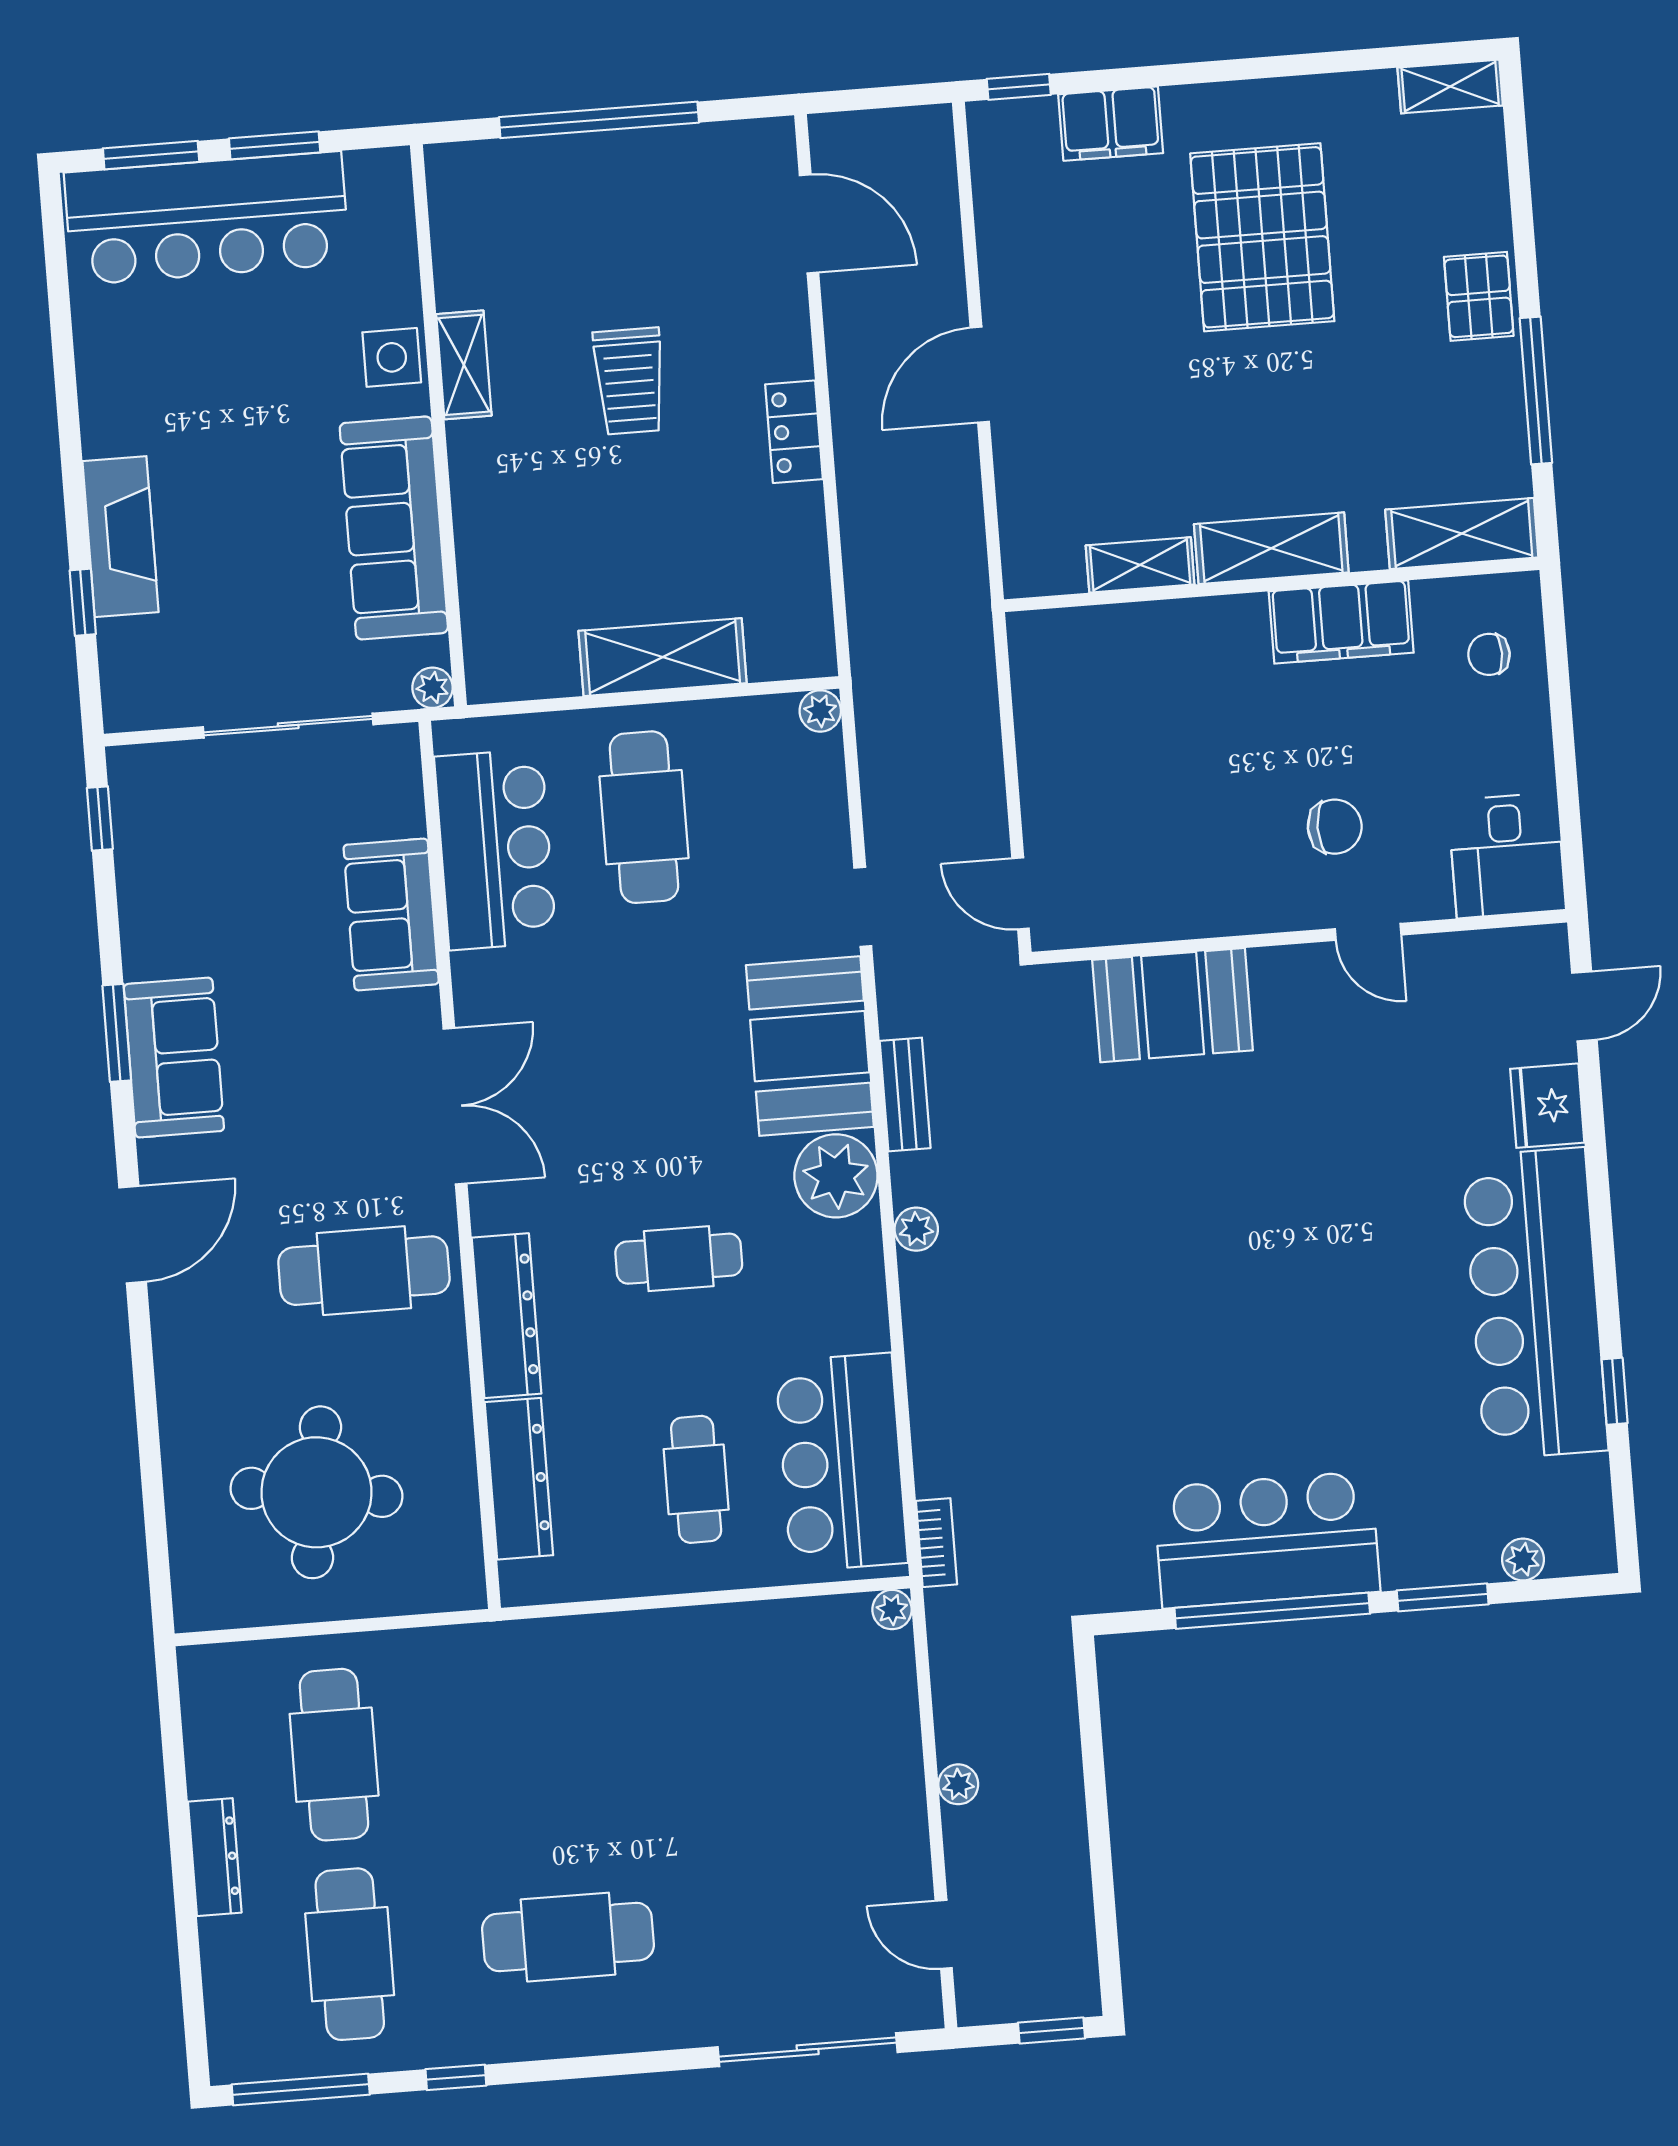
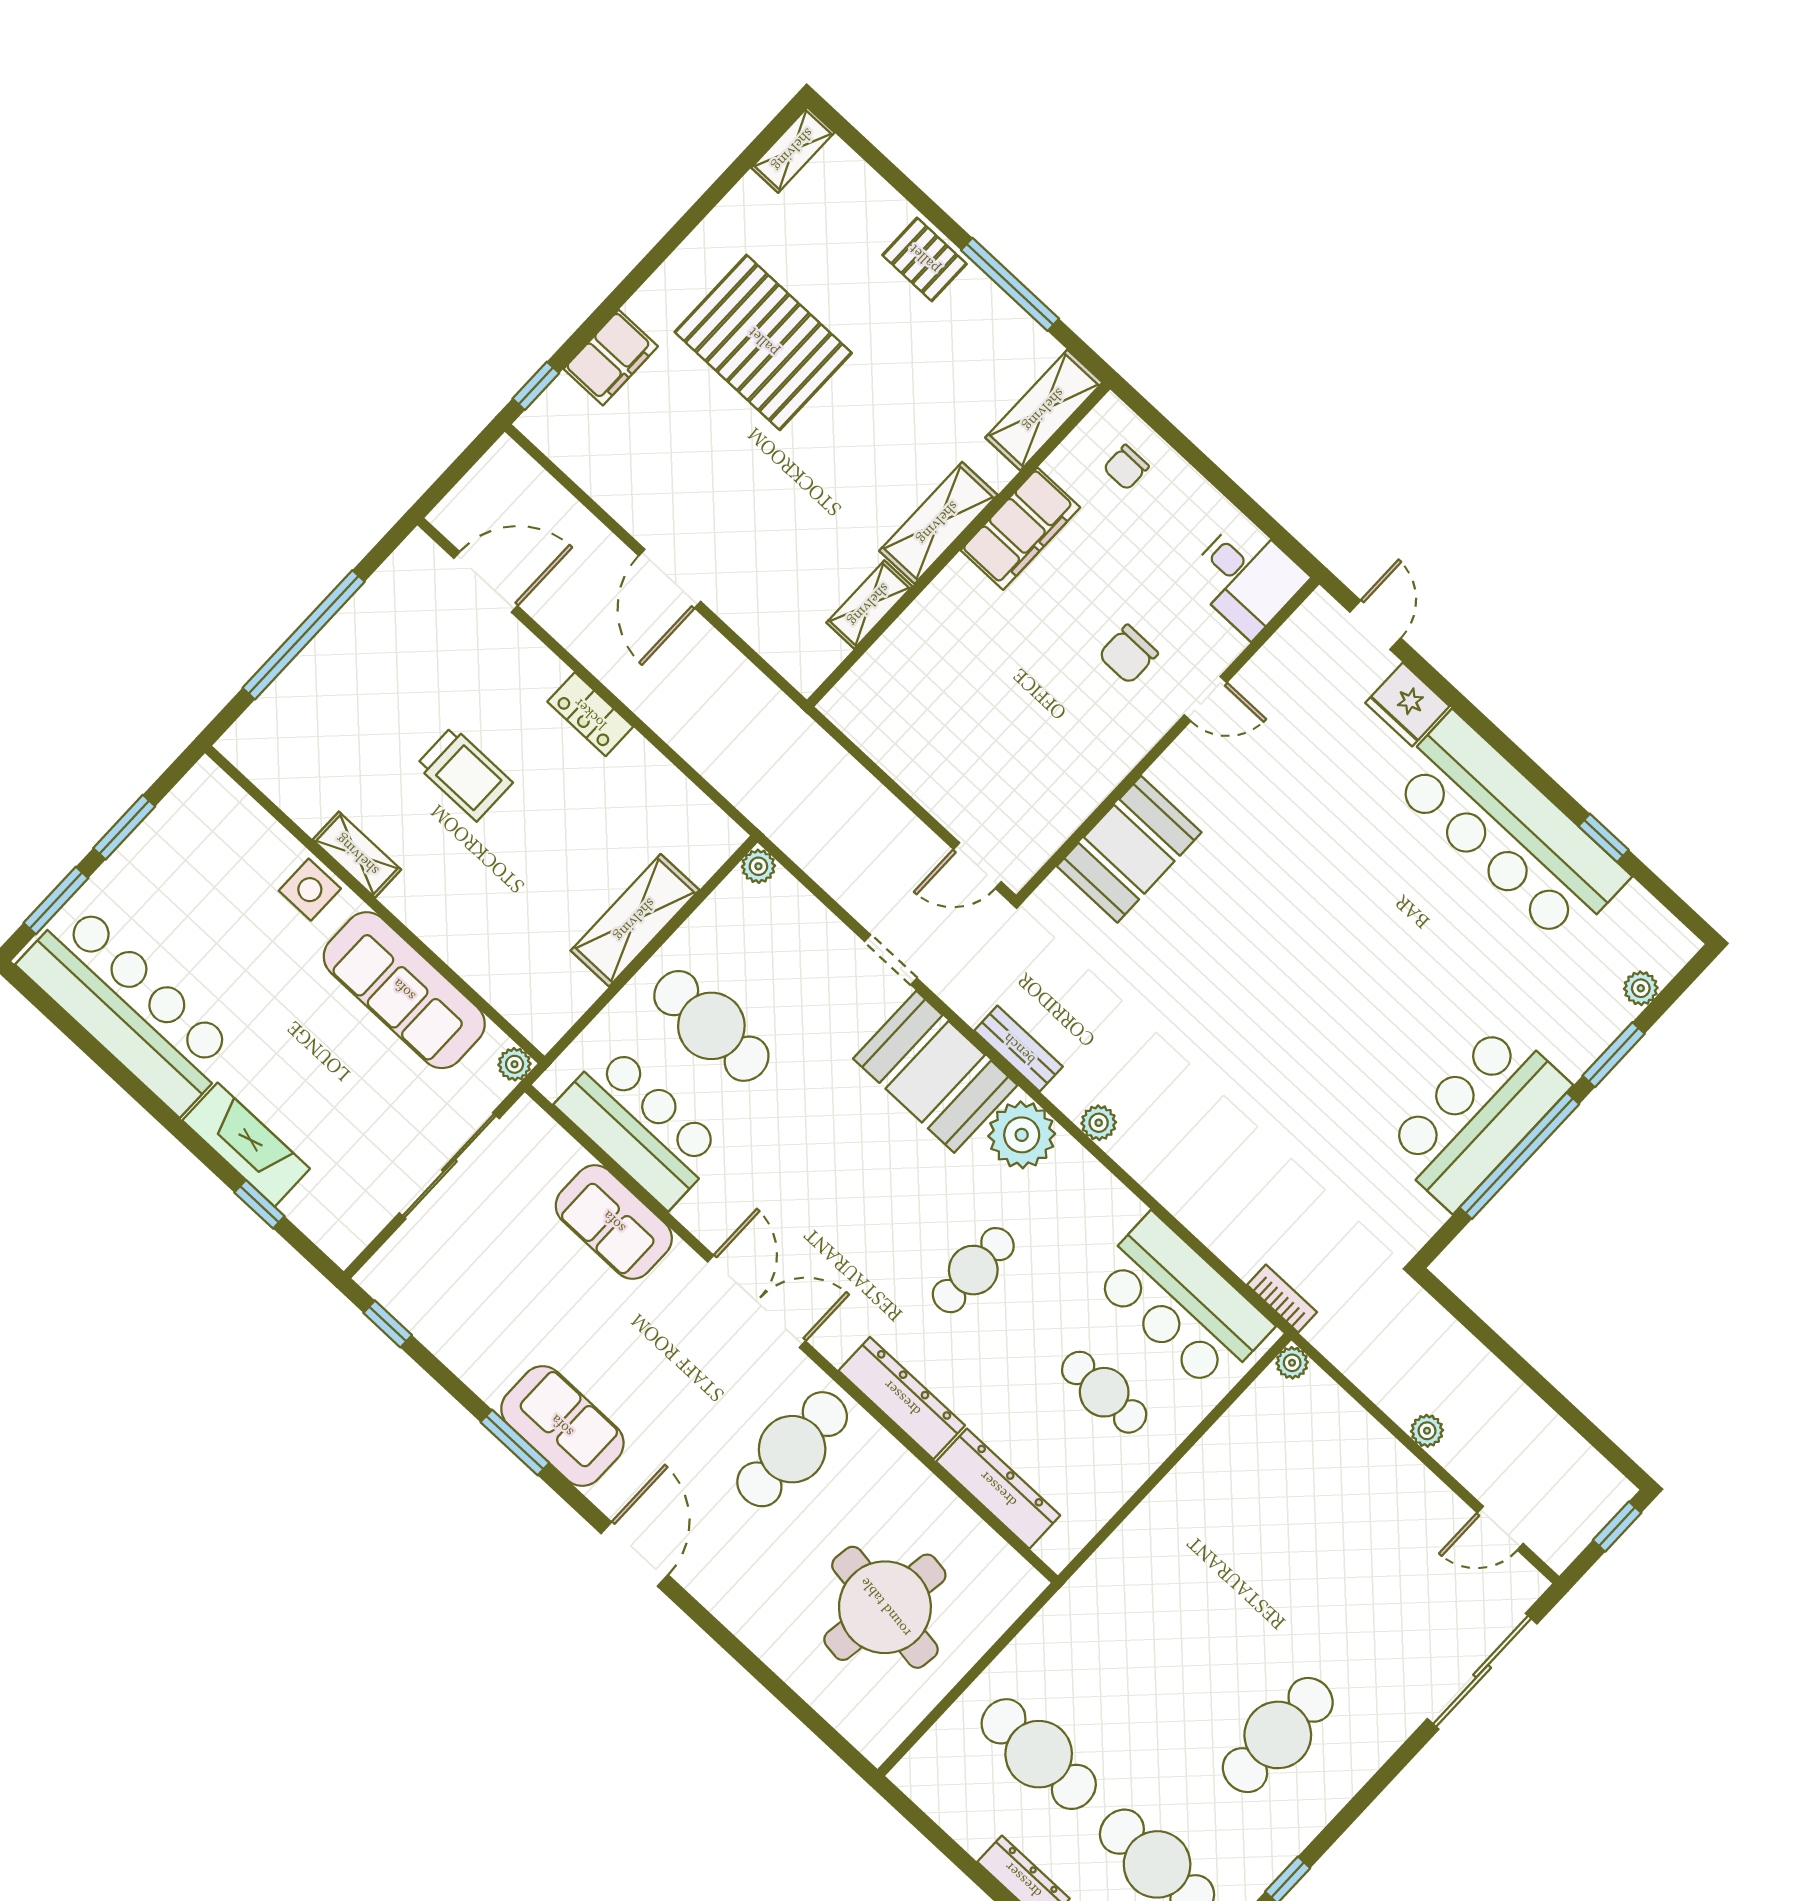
bar counter: (207, 218) -> (128, 1008), moved, turned -90
chair: (1335, 827) -> (1128, 654), turned 180

